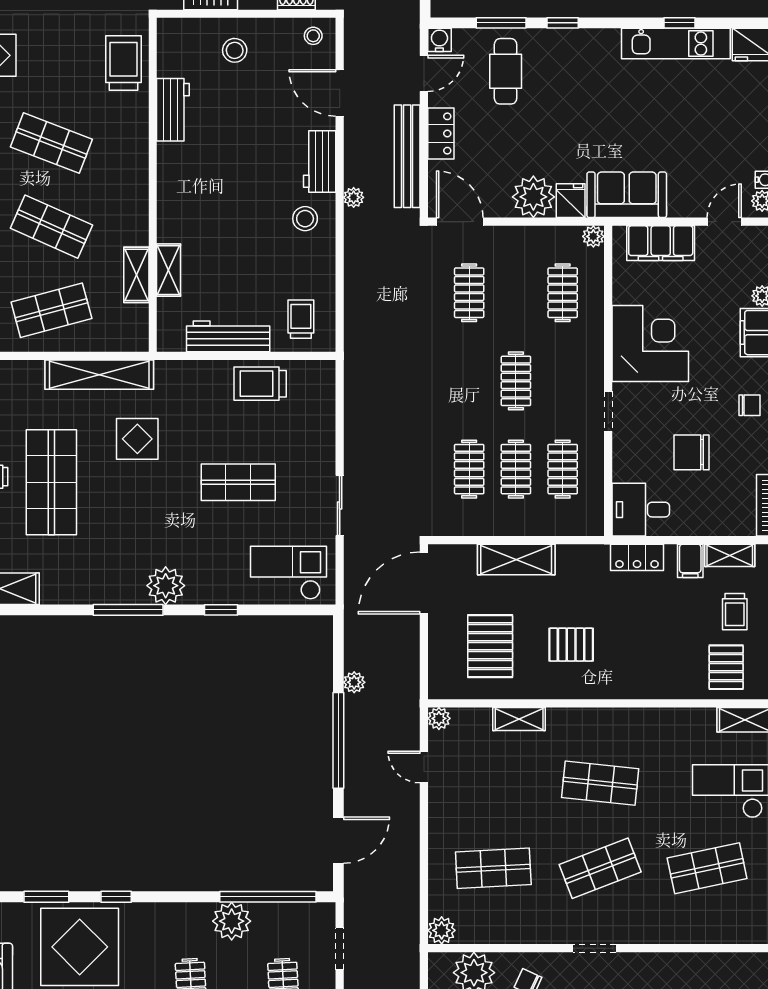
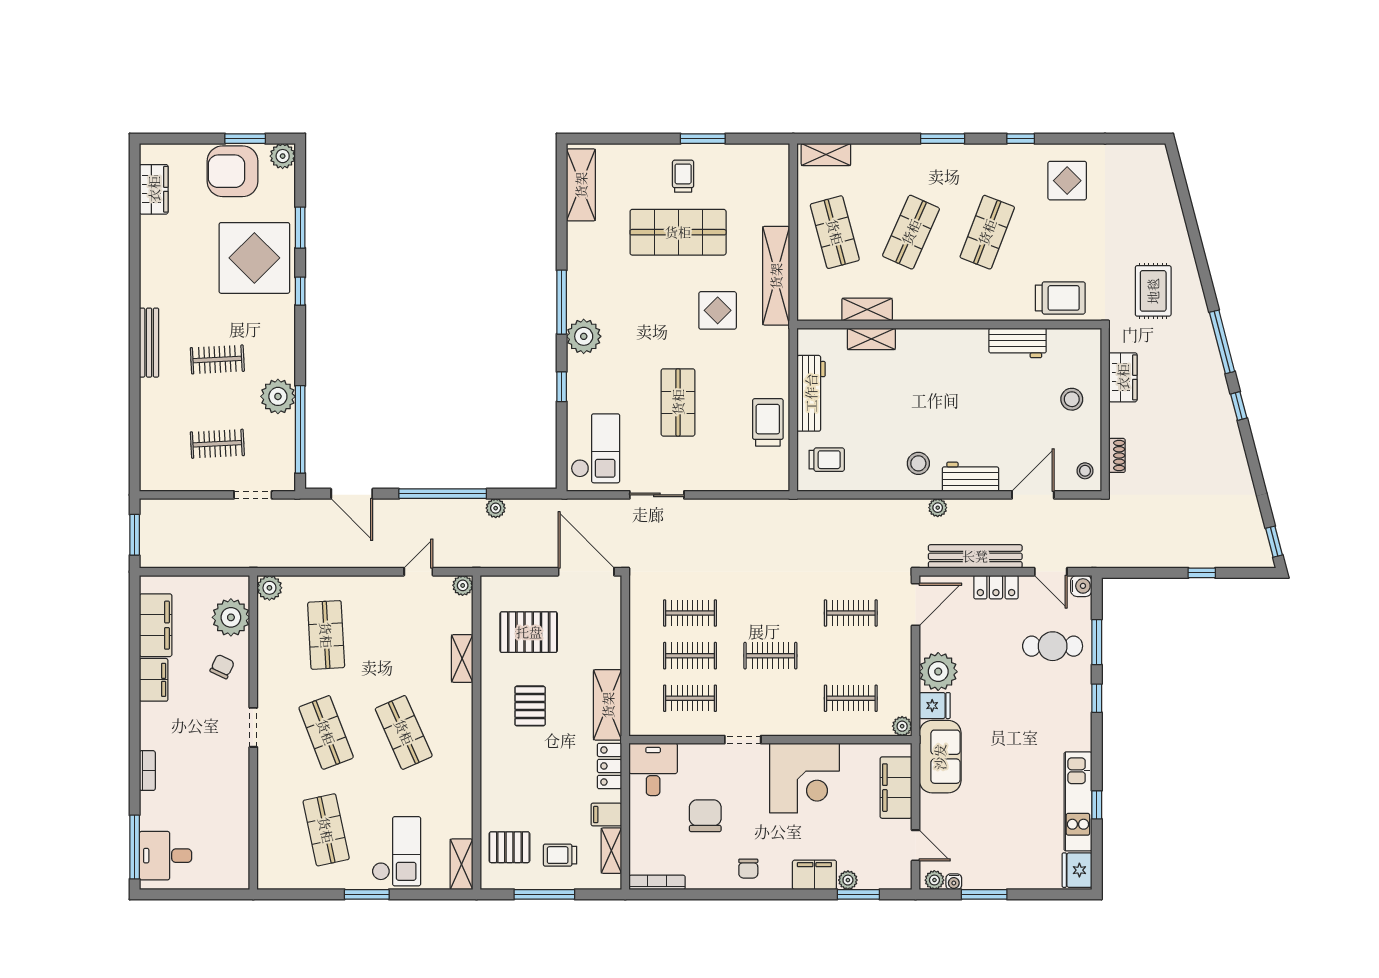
shelving: (516, 560) -> (608, 705), moved
shop shelf: (600, 783) -> (404, 732), turned -30

